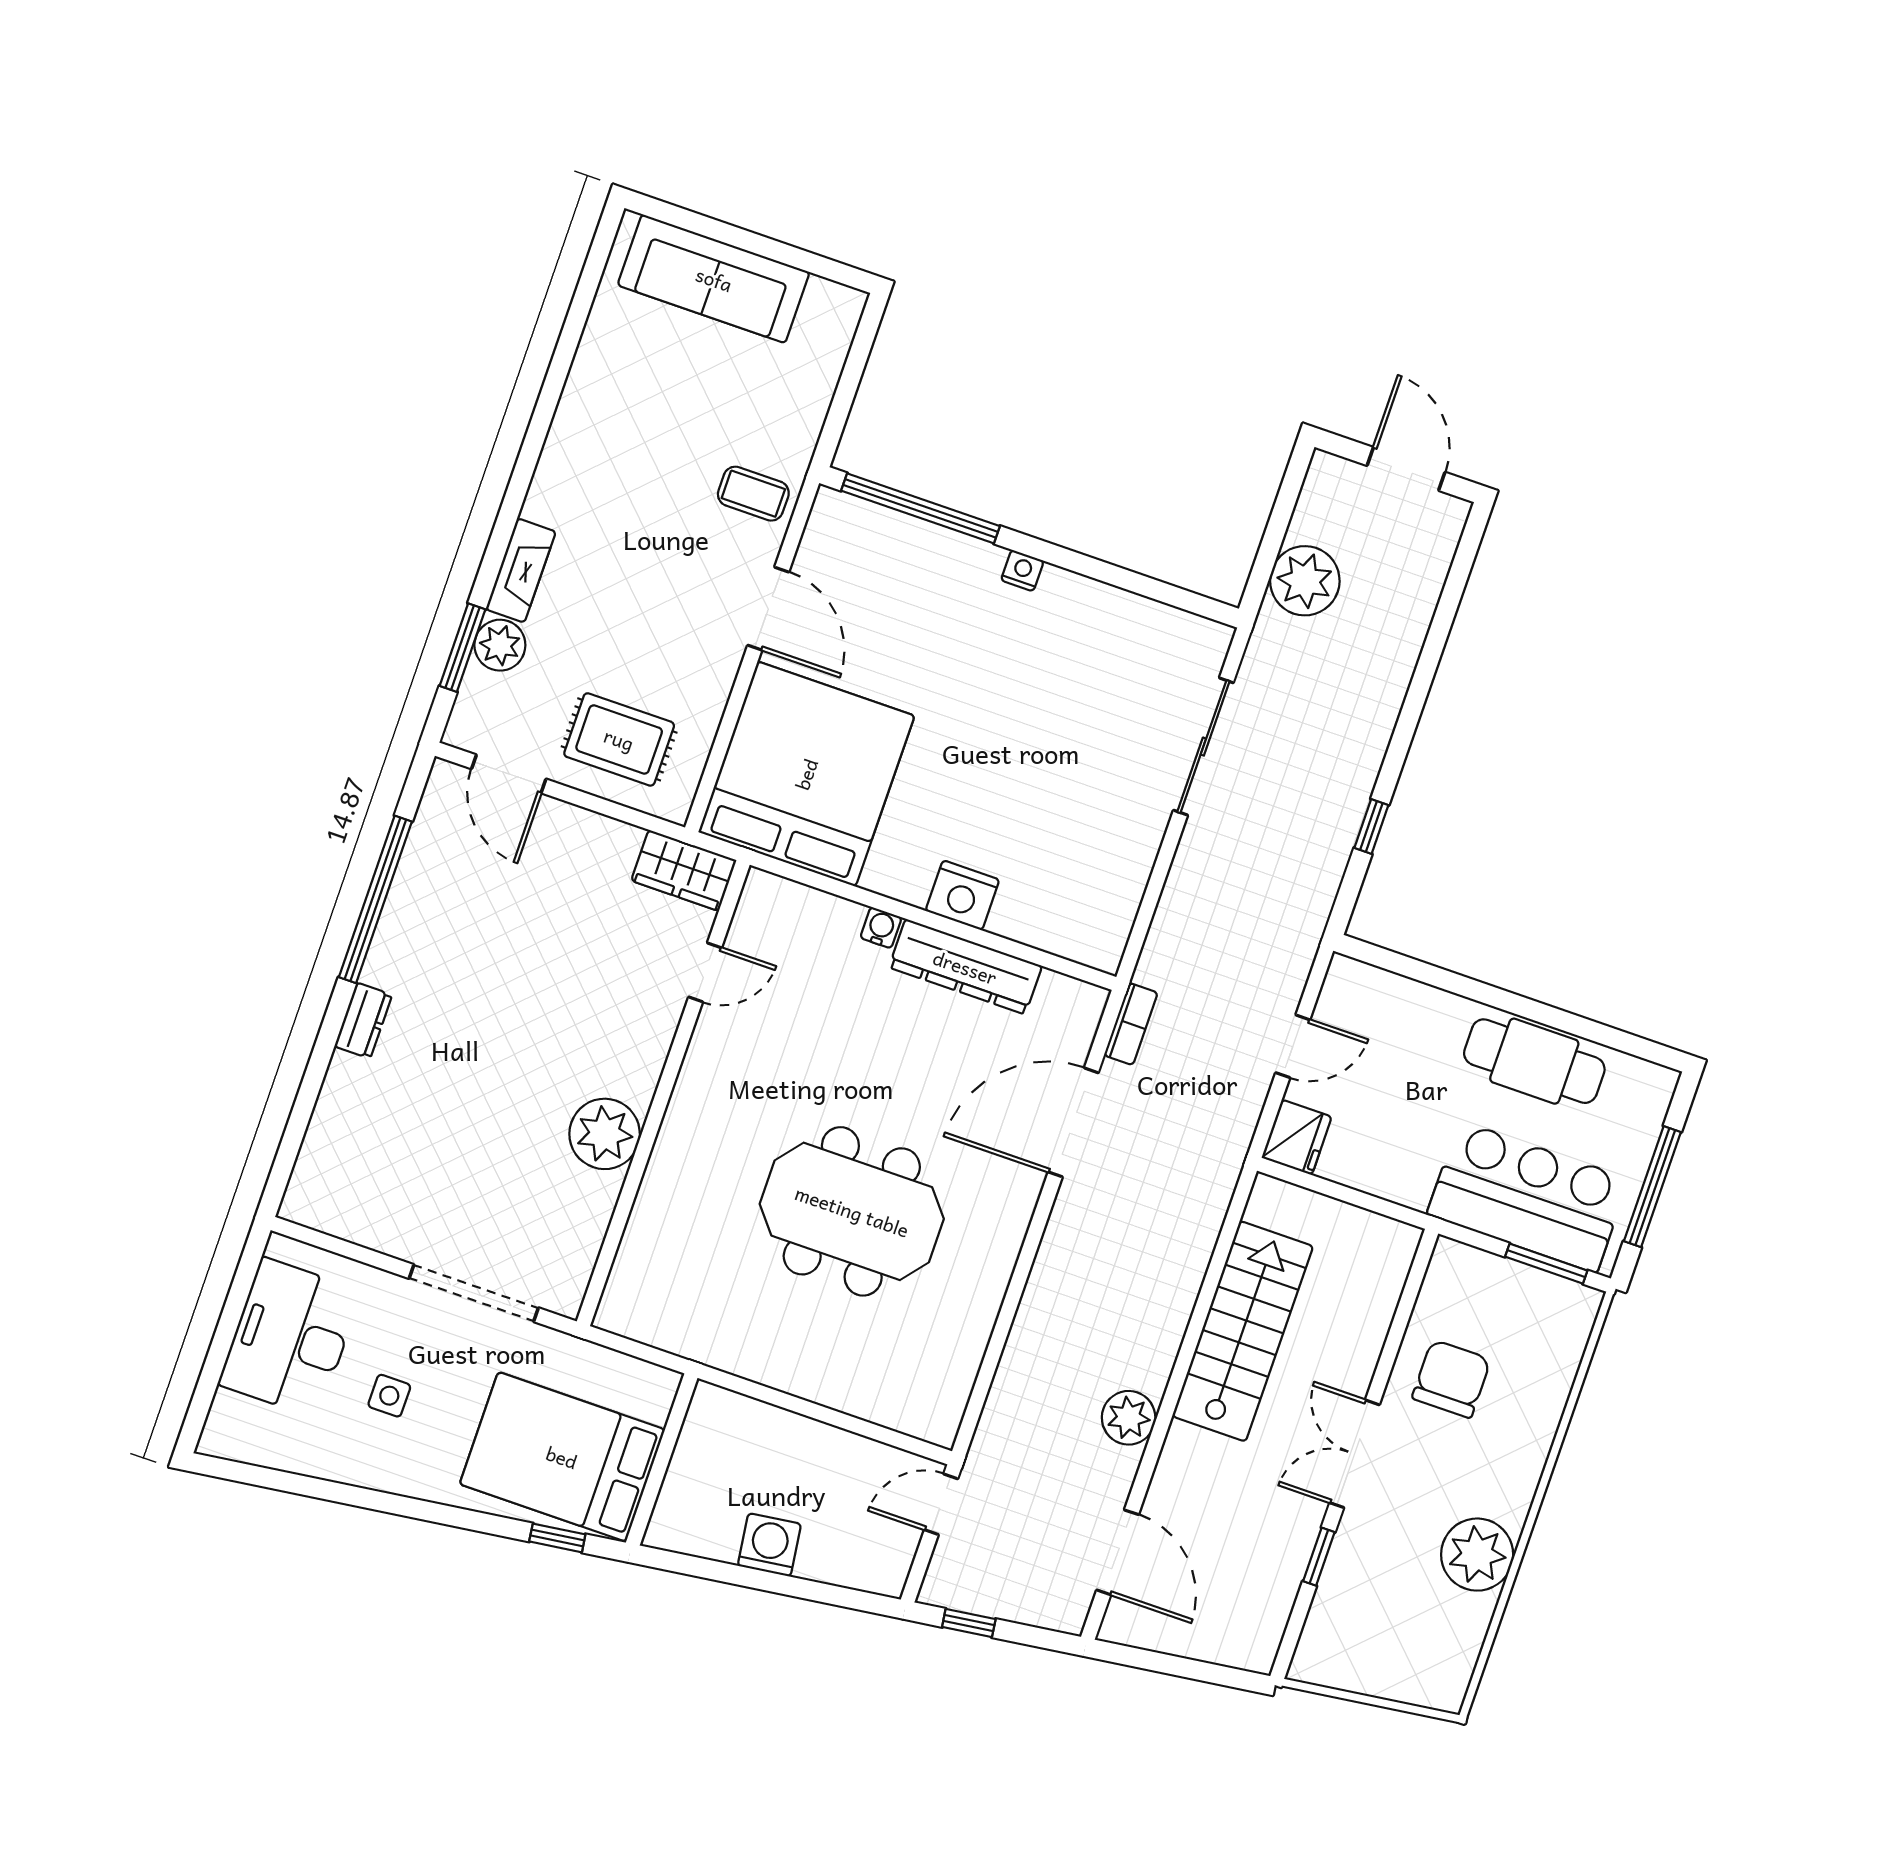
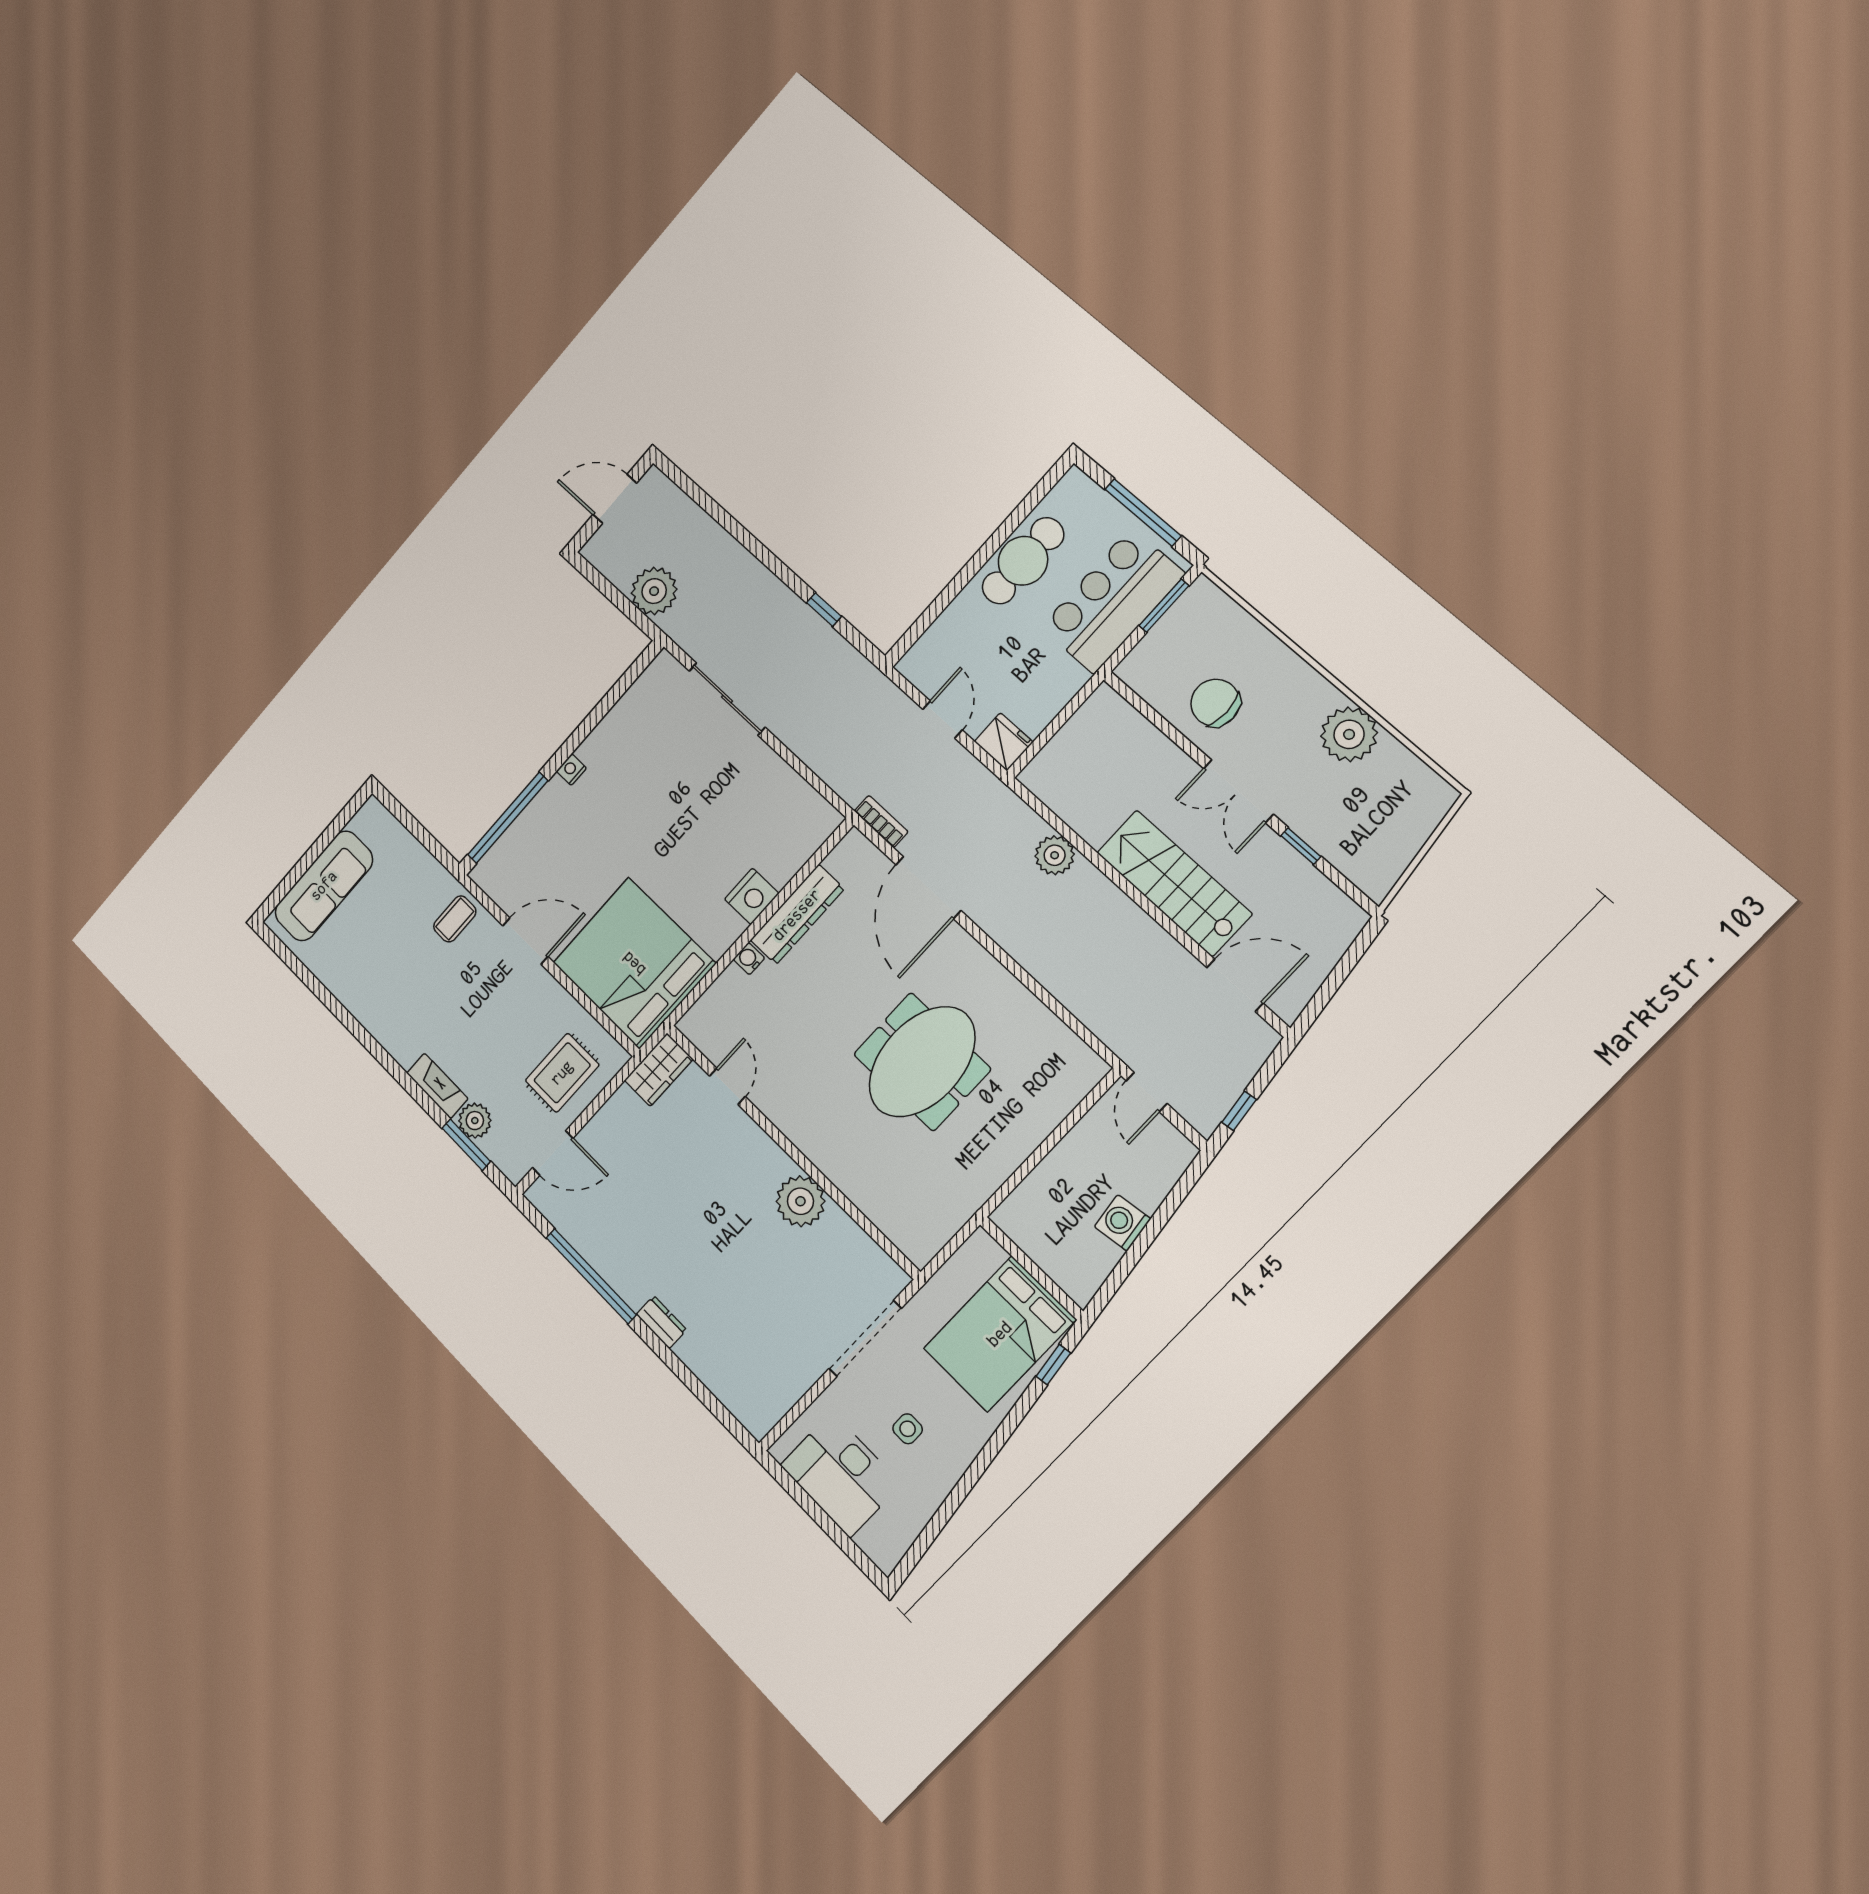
stairs: (1243, 1331) -> (1174, 883), moved
plant: (1129, 1418) -> (1055, 855), moved

